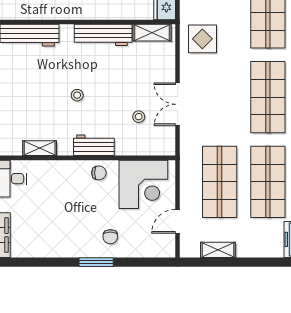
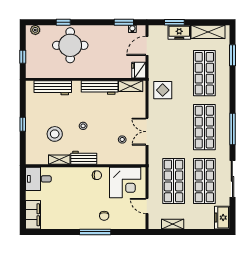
stool: (32, 108) -> (55, 134), added
workbench: (94, 145) -> (84, 158), moved
door: (178, 221) -> (147, 206), hinge flipped
window: (96, 262) -> (95, 232), width x1.44

